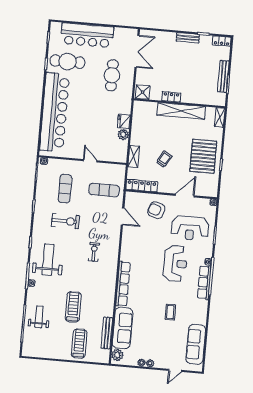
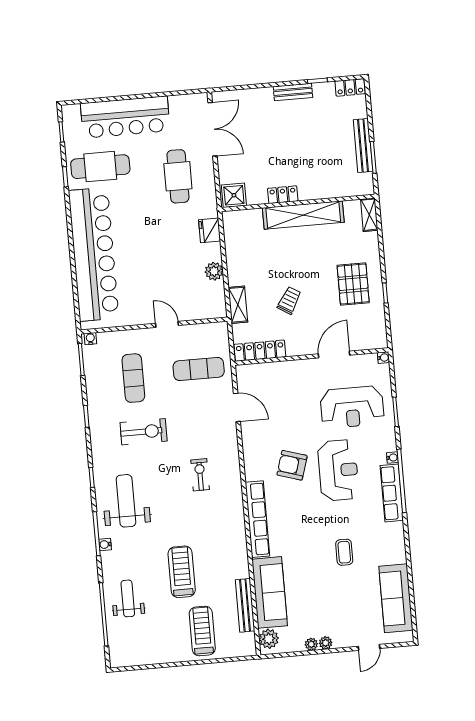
fridge: (124, 121) -> (210, 230), moved
pallet: (203, 156) -> (353, 284), width x0.73, depth x0.71
armchair: (156, 210) -> (292, 465), moved

